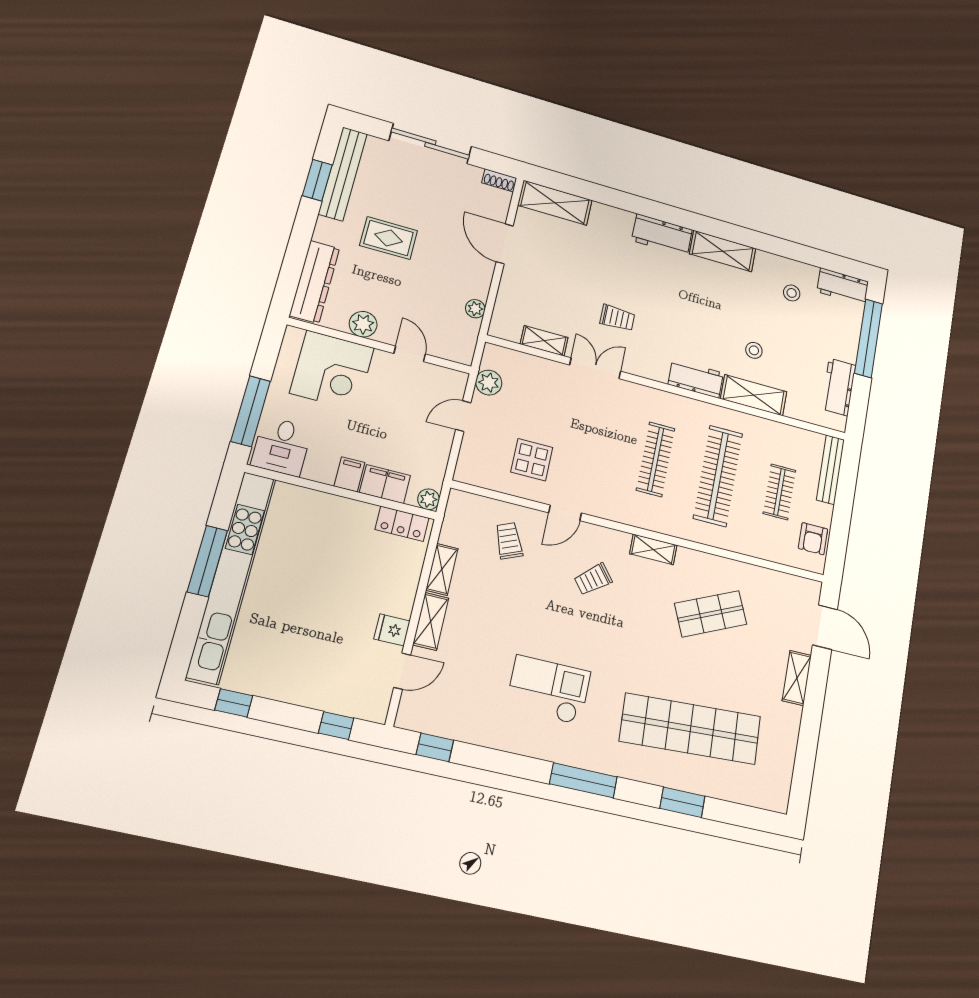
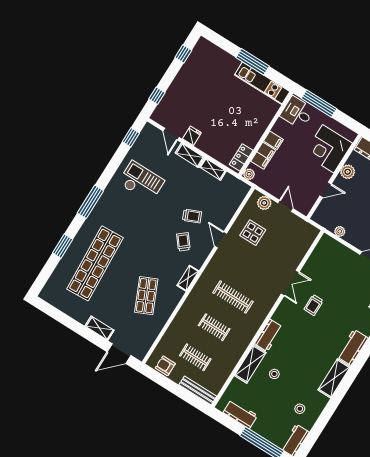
shelving: (544, 341) -> (313, 261), removed
plant: (489, 383) -> (264, 203), moved
clothes rail: (718, 476) -> (214, 327), width x0.54, depth x0.76
trolley: (509, 541) -> (192, 216), moved
kitchen unit: (232, 576) -> (262, 83), width x0.54
checkout: (548, 690) -> (141, 182), moved, turned -90

